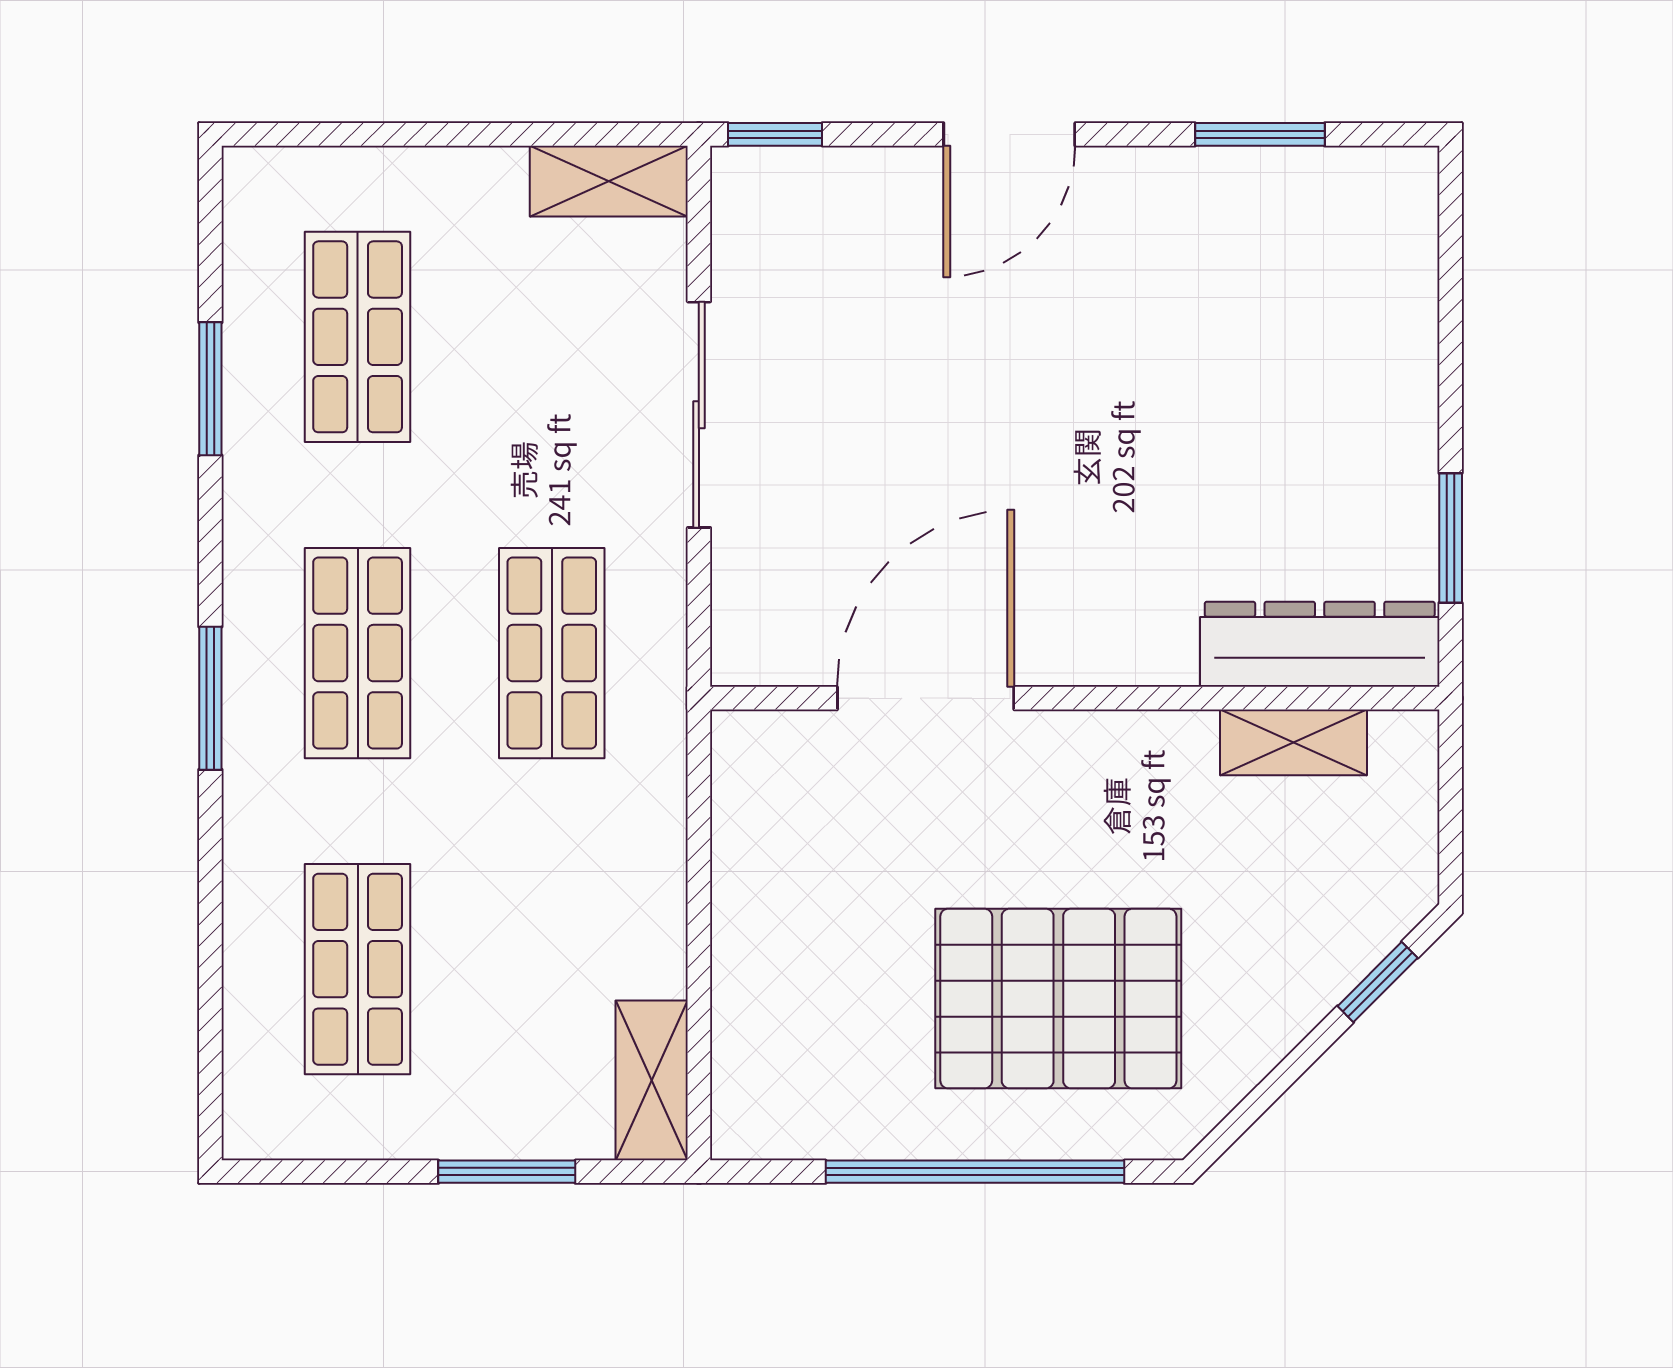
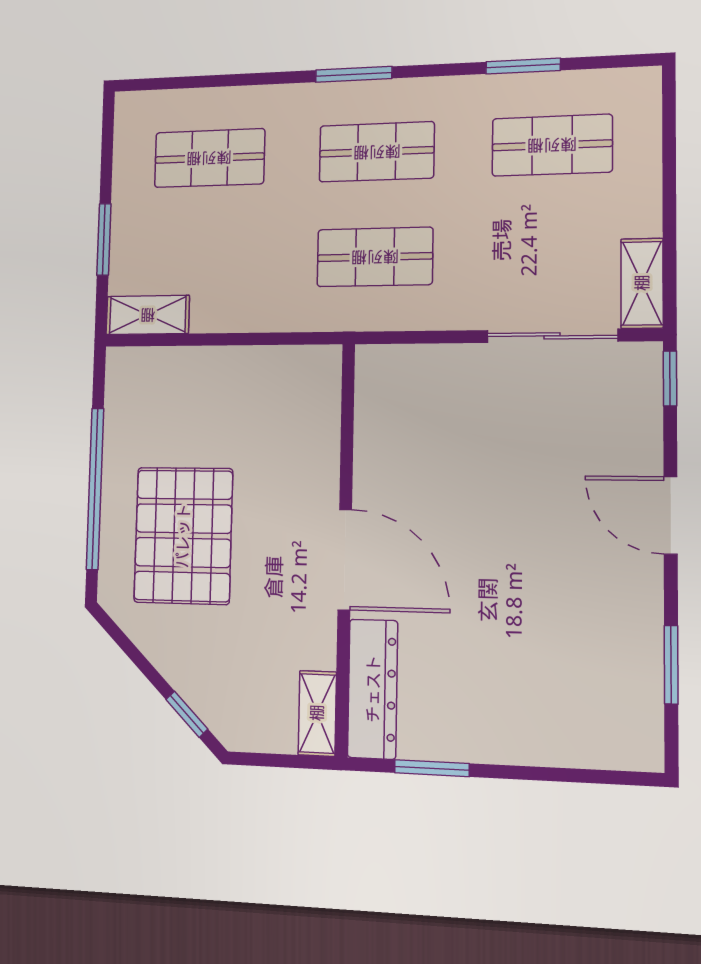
sliding door: (699, 415) -> (552, 336), moved
door: (926, 698) -> (345, 560), moved
shelving: (1294, 742) -> (317, 713), moved

